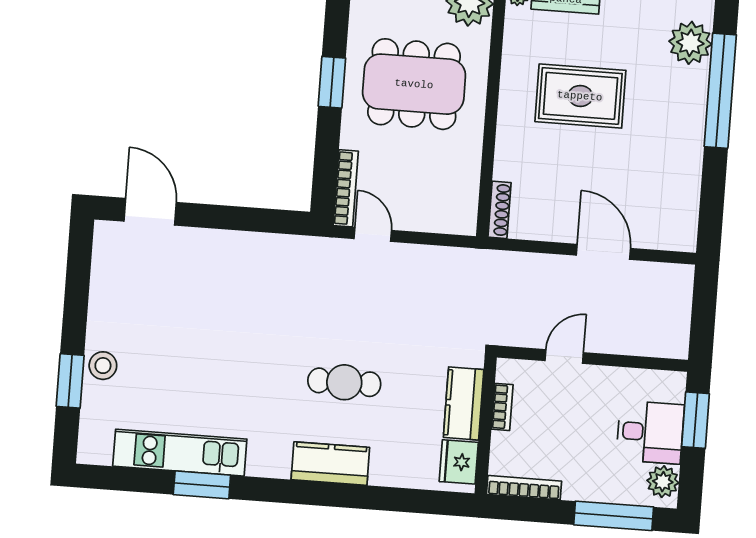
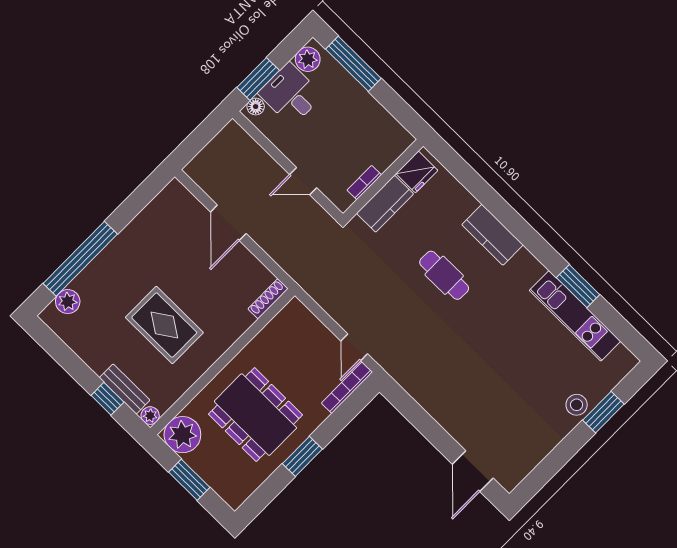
plant: (690, 43) -> (68, 302), width x0.73, depth x0.73
floor lamp: (675, 390) -> (256, 107), added
bookcase: (524, 488) -> (392, 125), removed

